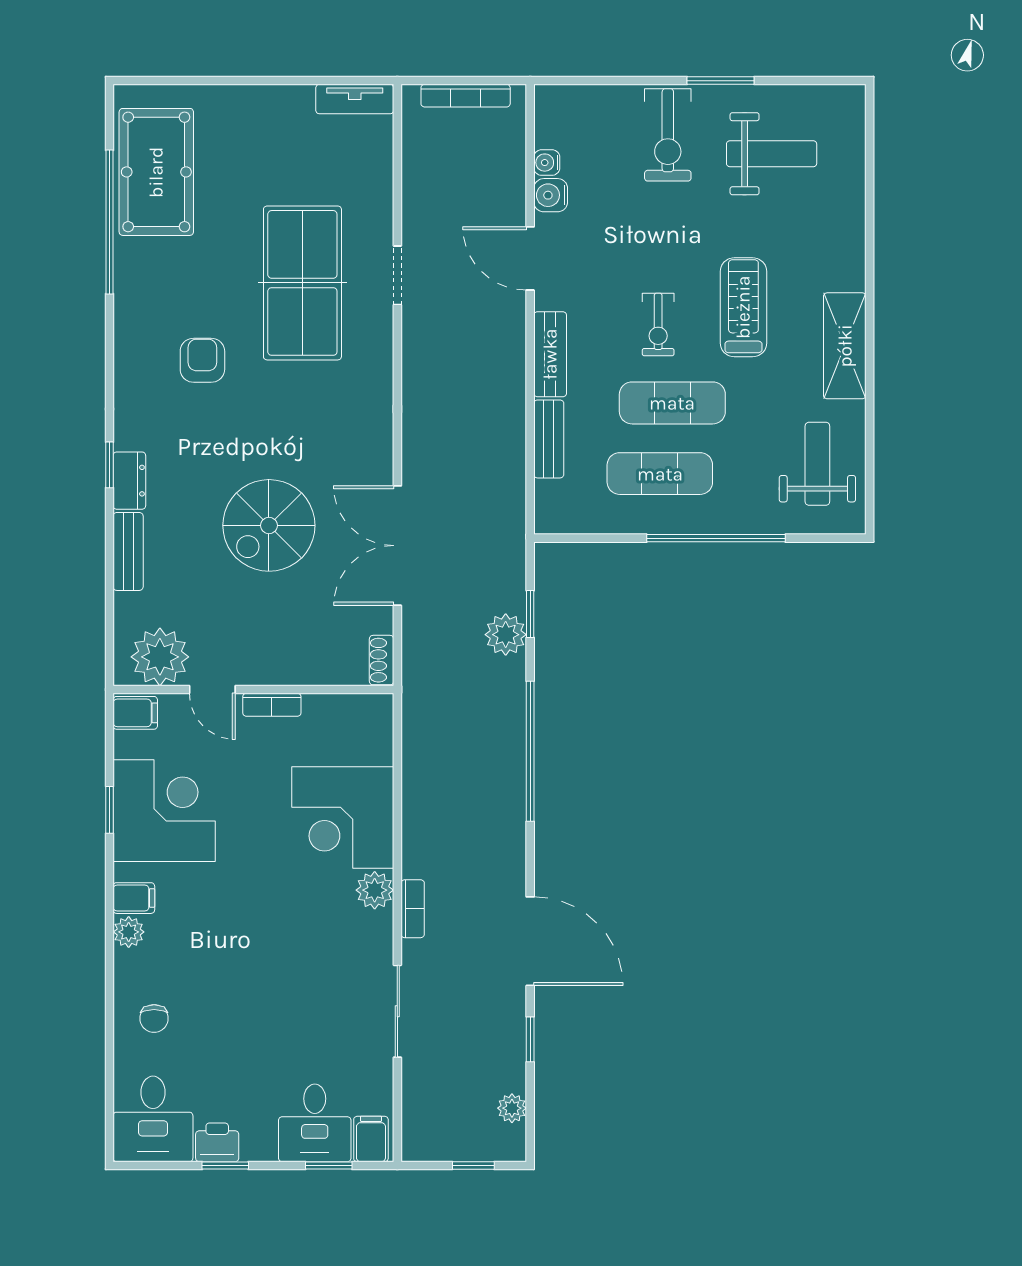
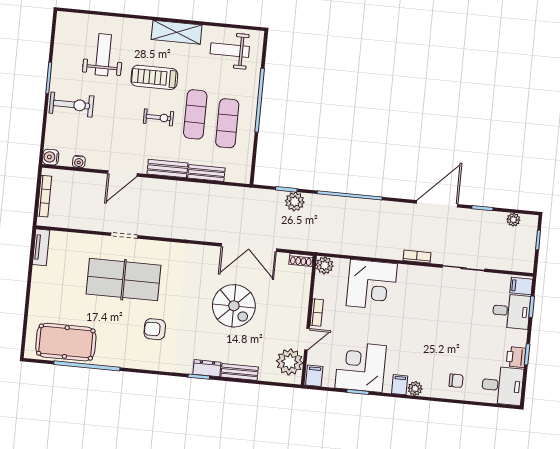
weight bench: (772, 154) -> (103, 55), moved
water cooler: (551, 195) -> (51, 157), moved, turned 90
plant: (375, 890) -> (325, 265), moved

